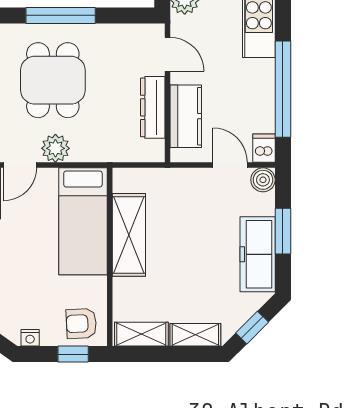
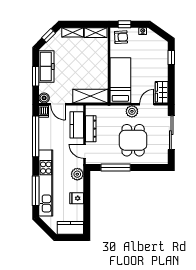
window: (61, 15) -> (116, 168), moved
shelving: (129, 235) -> (90, 96), moved, turned 90

